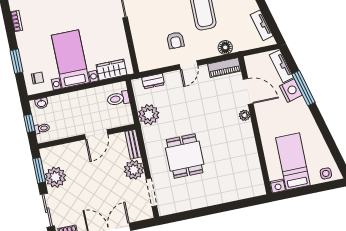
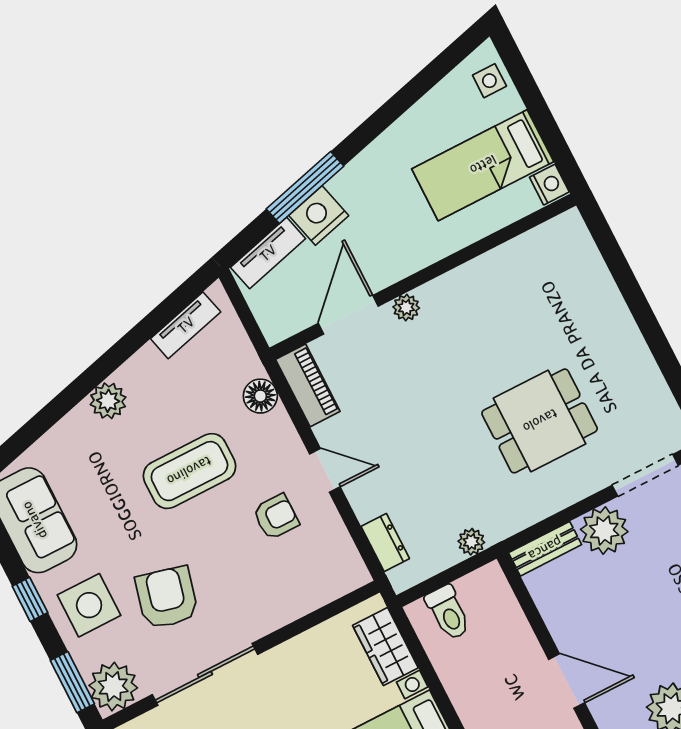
plant: (149, 115) -> (471, 542), width x0.53, depth x0.53
door: (96, 134) -> (567, 681), moved

